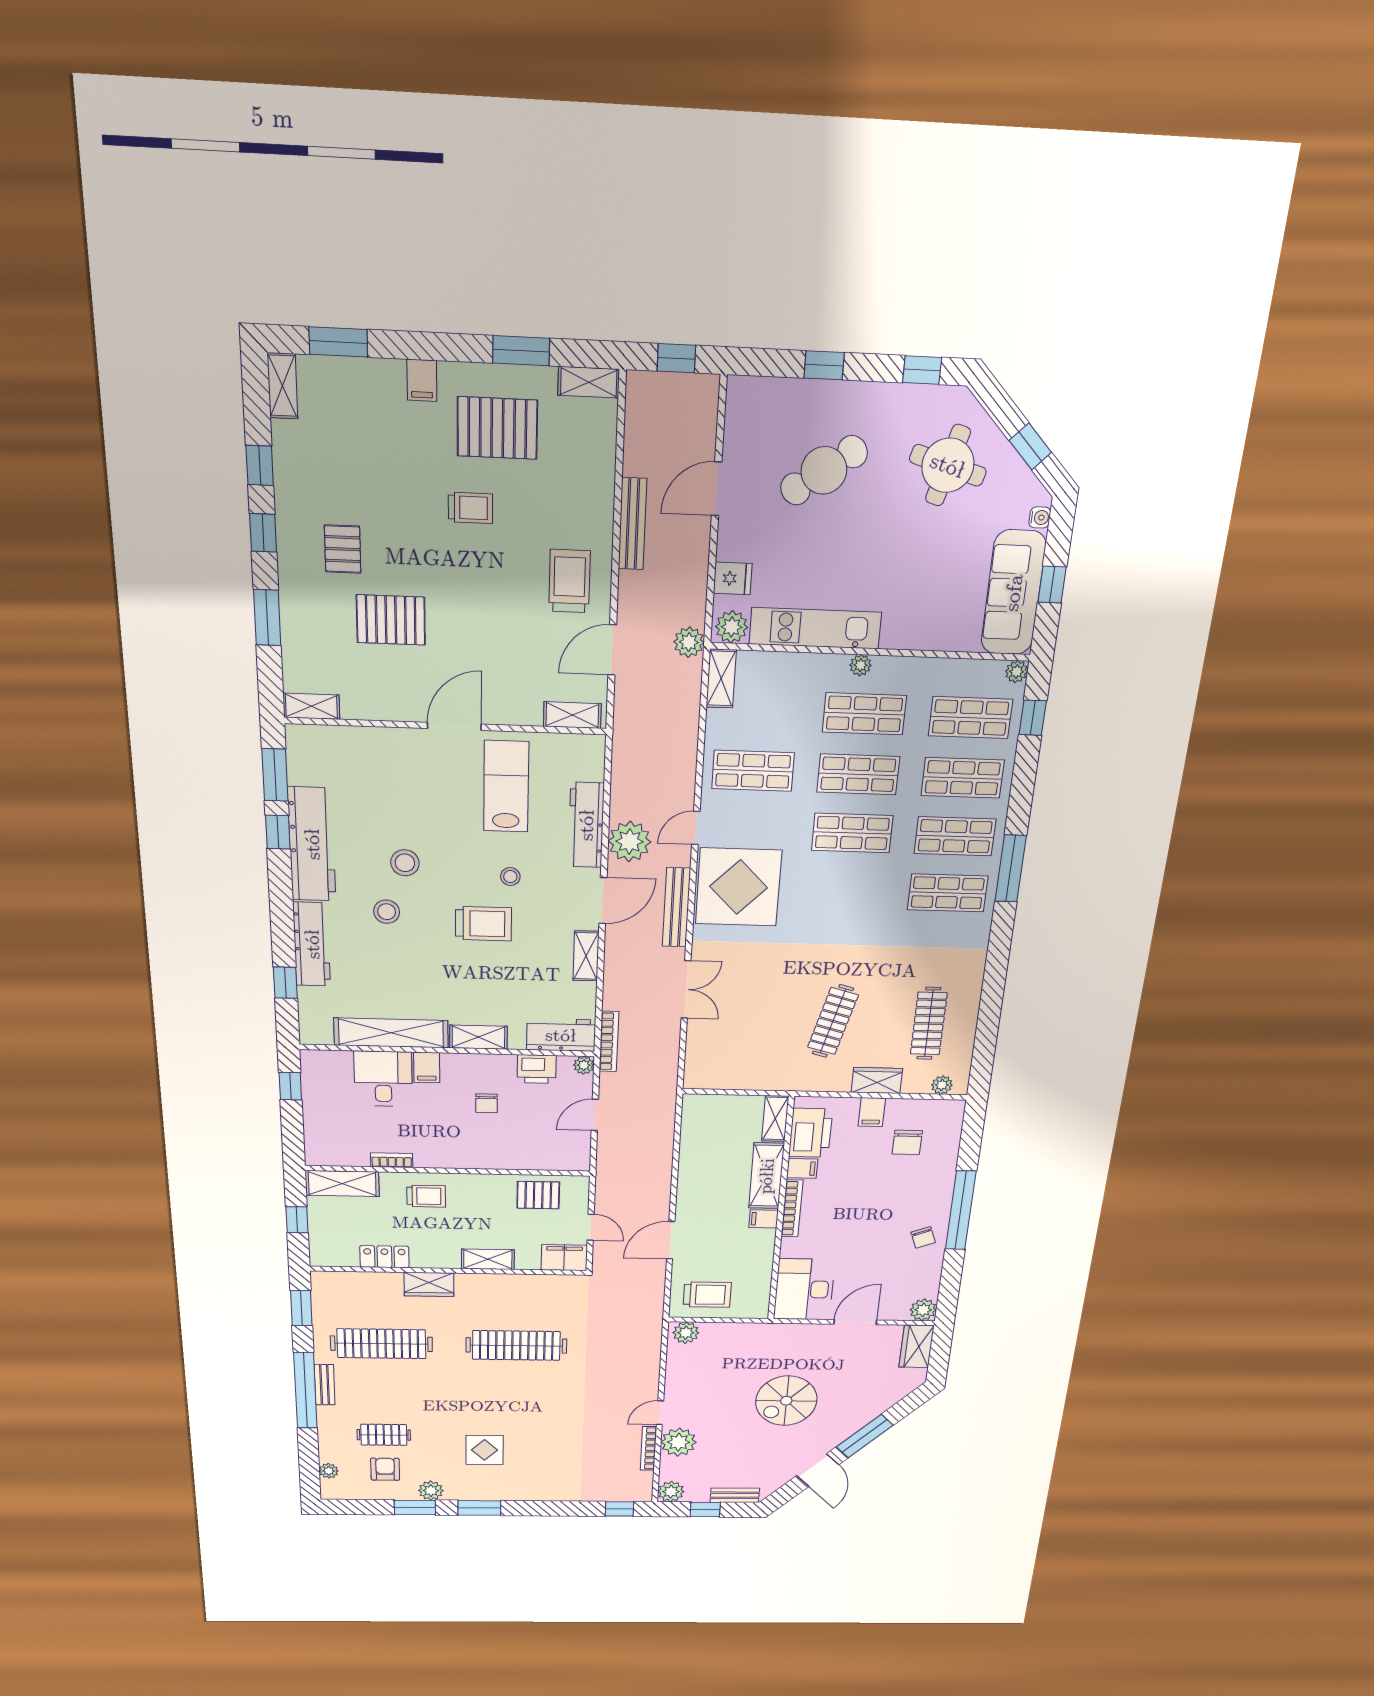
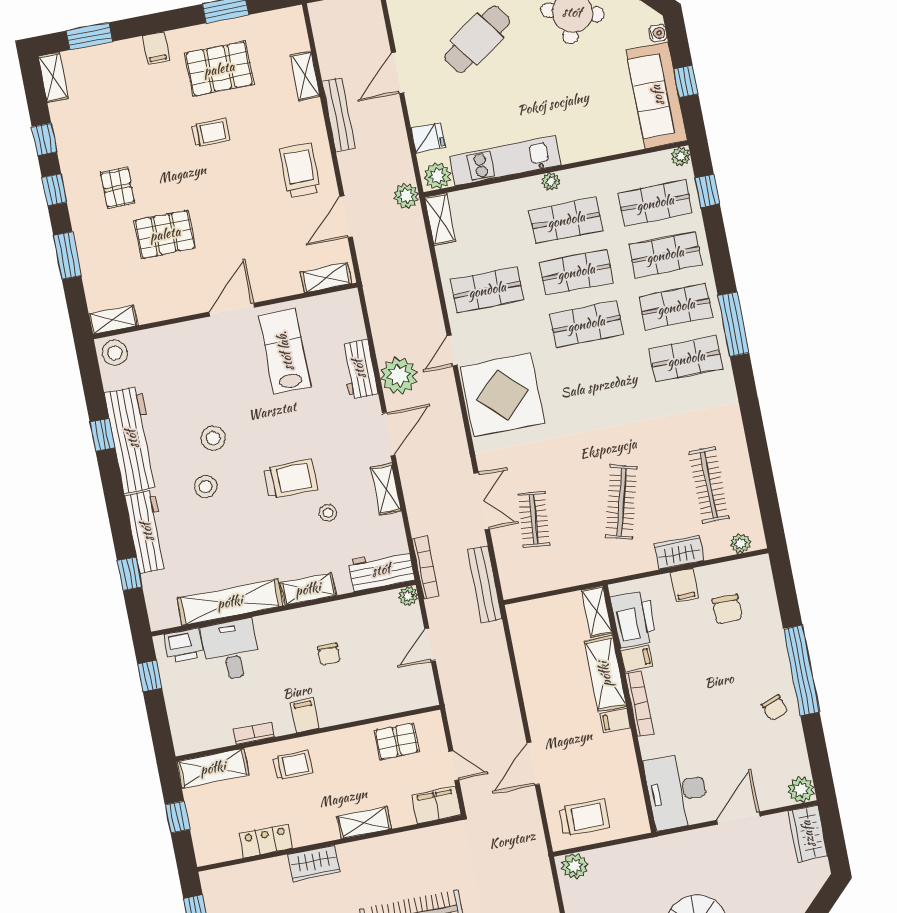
shelving: (589, 382) -> (305, 76), moved, turned 90
stool: (307, 744) -> (115, 353), added
window: (275, 775) -> (93, 385), removed
workbench: (586, 825) -> (359, 369), width x0.73
stool: (510, 877) -> (328, 513), moved
bench: (676, 907) -> (485, 584), moved
clothes rail: (736, 1019) -> (534, 519), added
filing cabinet: (427, 1067) -> (305, 715), moved, turned 180
printer: (537, 1069) -> (184, 645), moved

